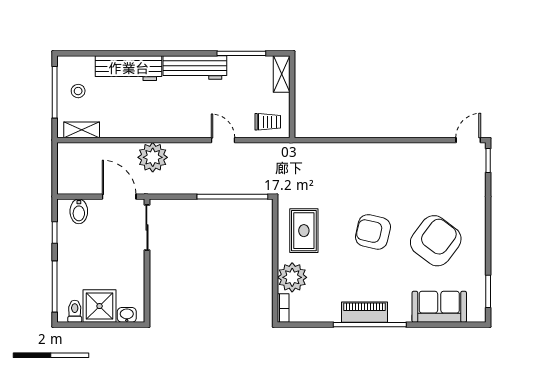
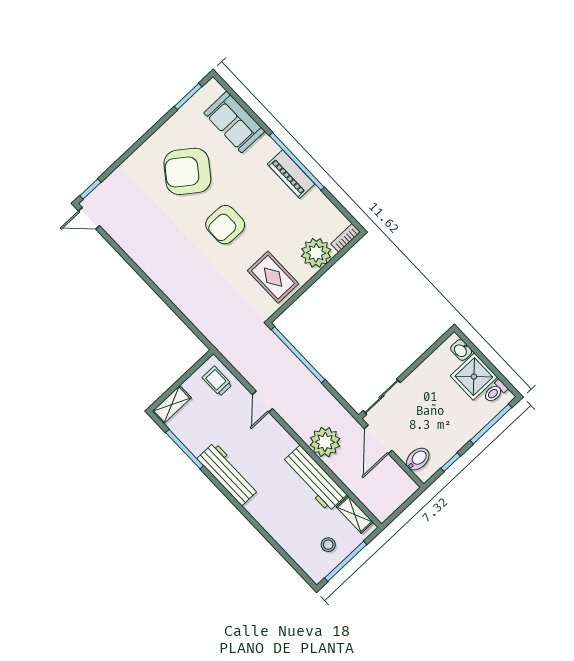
workbench: (129, 68) -> (314, 478), moved, turned 180
rug: (304, 231) -> (273, 277), turned 90
armchair: (373, 232) -> (225, 225), turned 77

